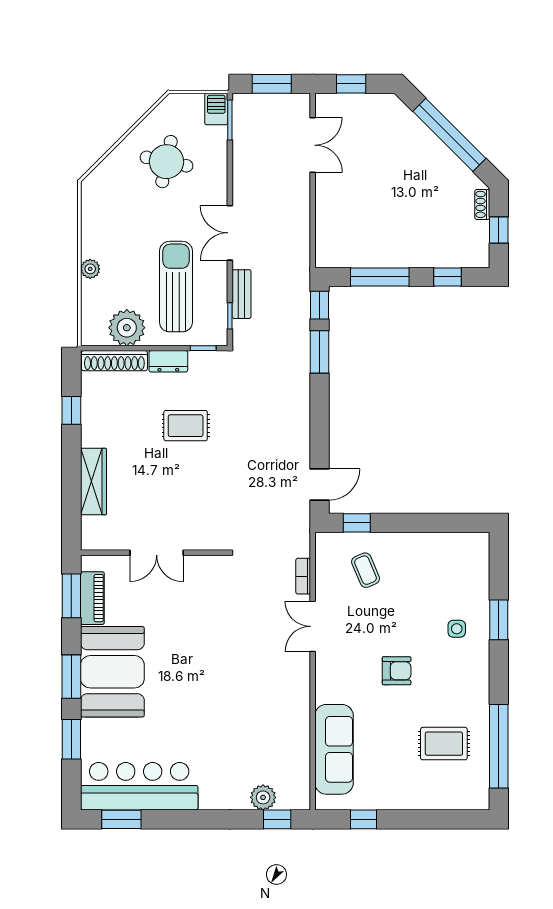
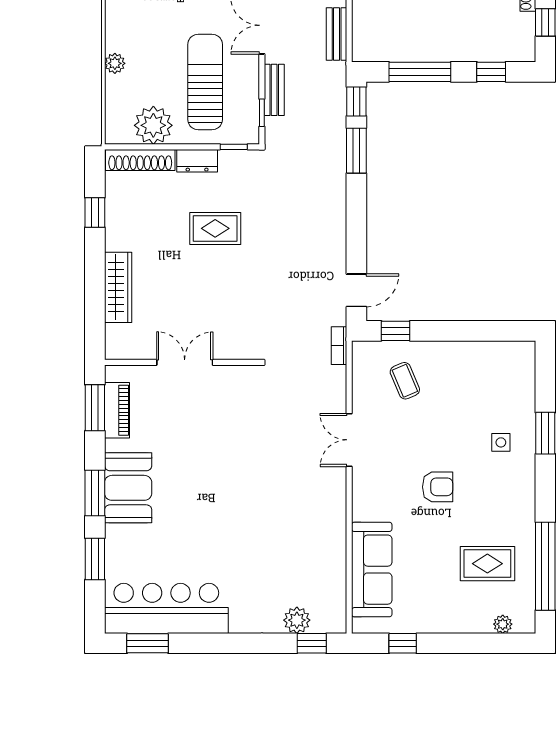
bench: (301, 241) -> (337, 34), added
double door: (157, 553) -> (185, 362), swing flipped
bookcase: (303, 576) -> (339, 346), moved
booth: (112, 672) -> (128, 488), width x0.73, depth x0.70
plant: (458, 801) -> (503, 624), added

